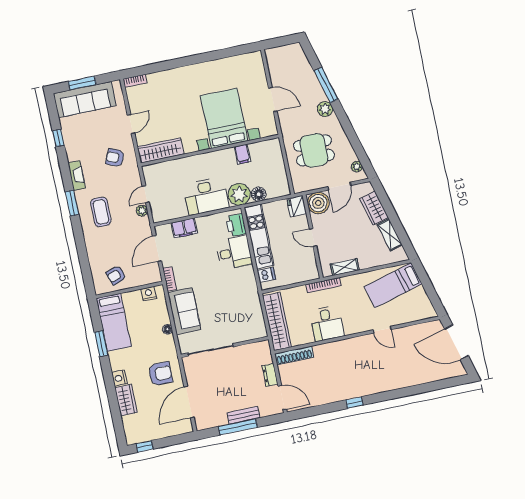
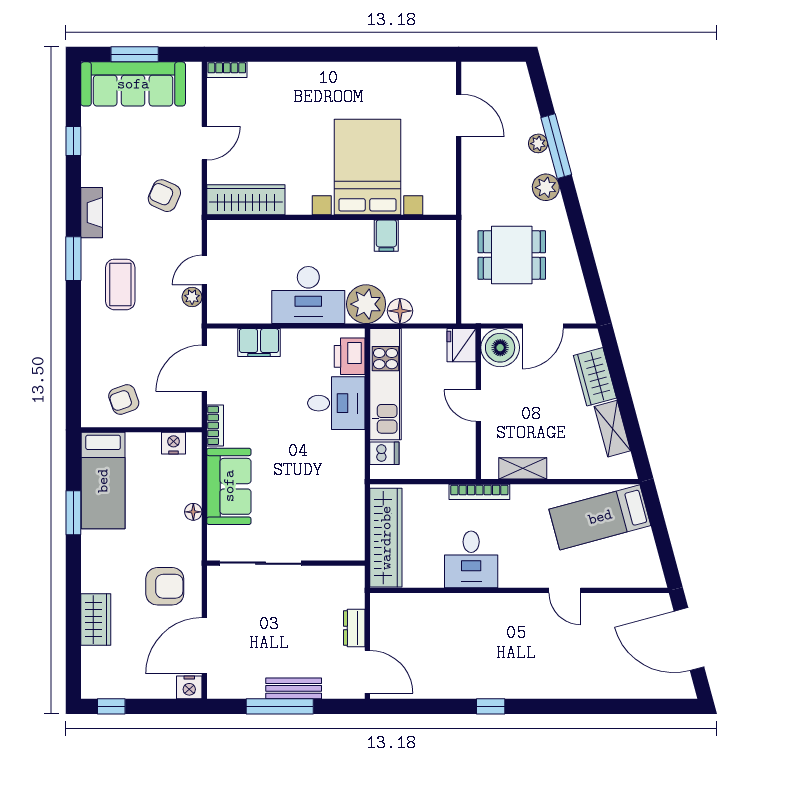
door: (273, 100) -> (459, 115), moved
plant: (357, 167) -> (538, 143), moved
shoe rack: (294, 355) -> (403, 603), removed
nightstand: (119, 378) -> (189, 687), moved, turned -90

